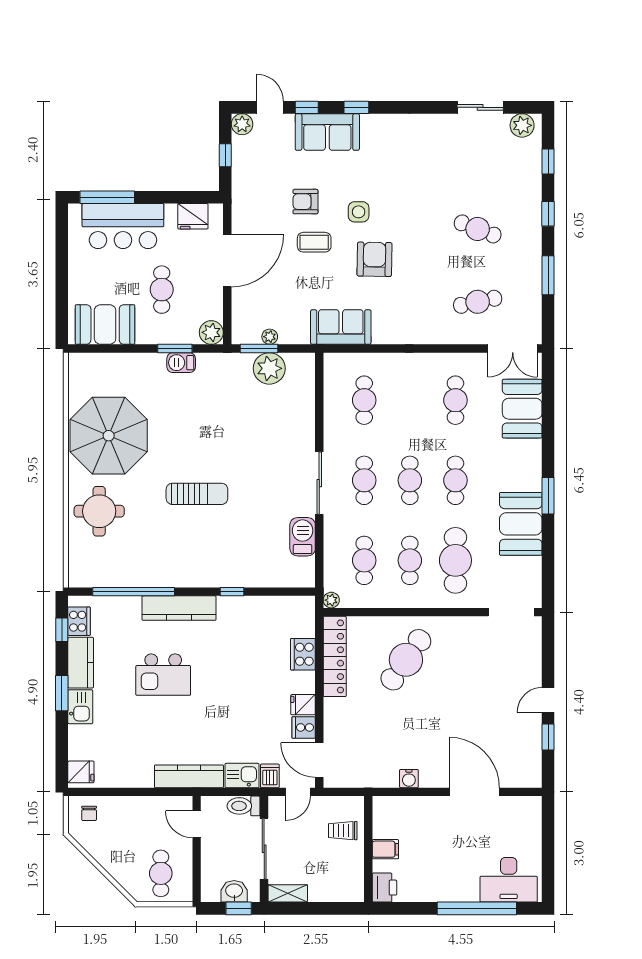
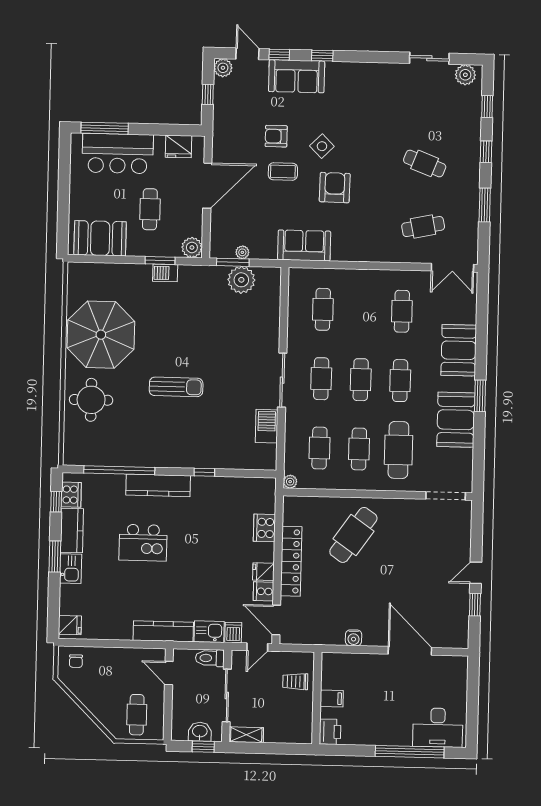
side table: (359, 212) -> (322, 146), turned 45
booth: (522, 409) -> (459, 350), moved
locker: (335, 656) -> (291, 561), moved

